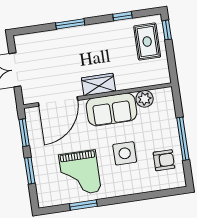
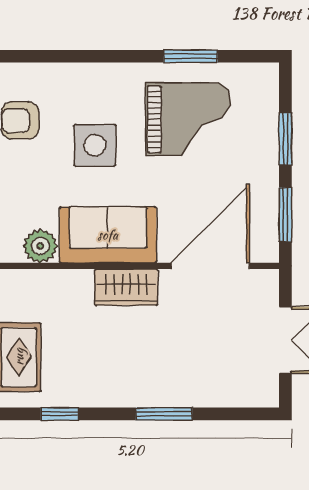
grand piano: (80, 173) -> (188, 119), turned 90

